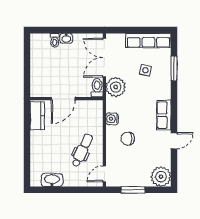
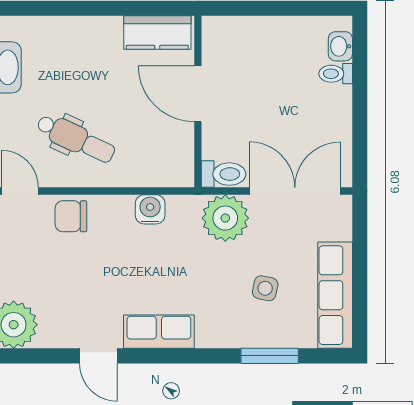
washbasin: (66, 38) -> (340, 46), moved
chair: (128, 139) -> (71, 216), moved, turned -90

